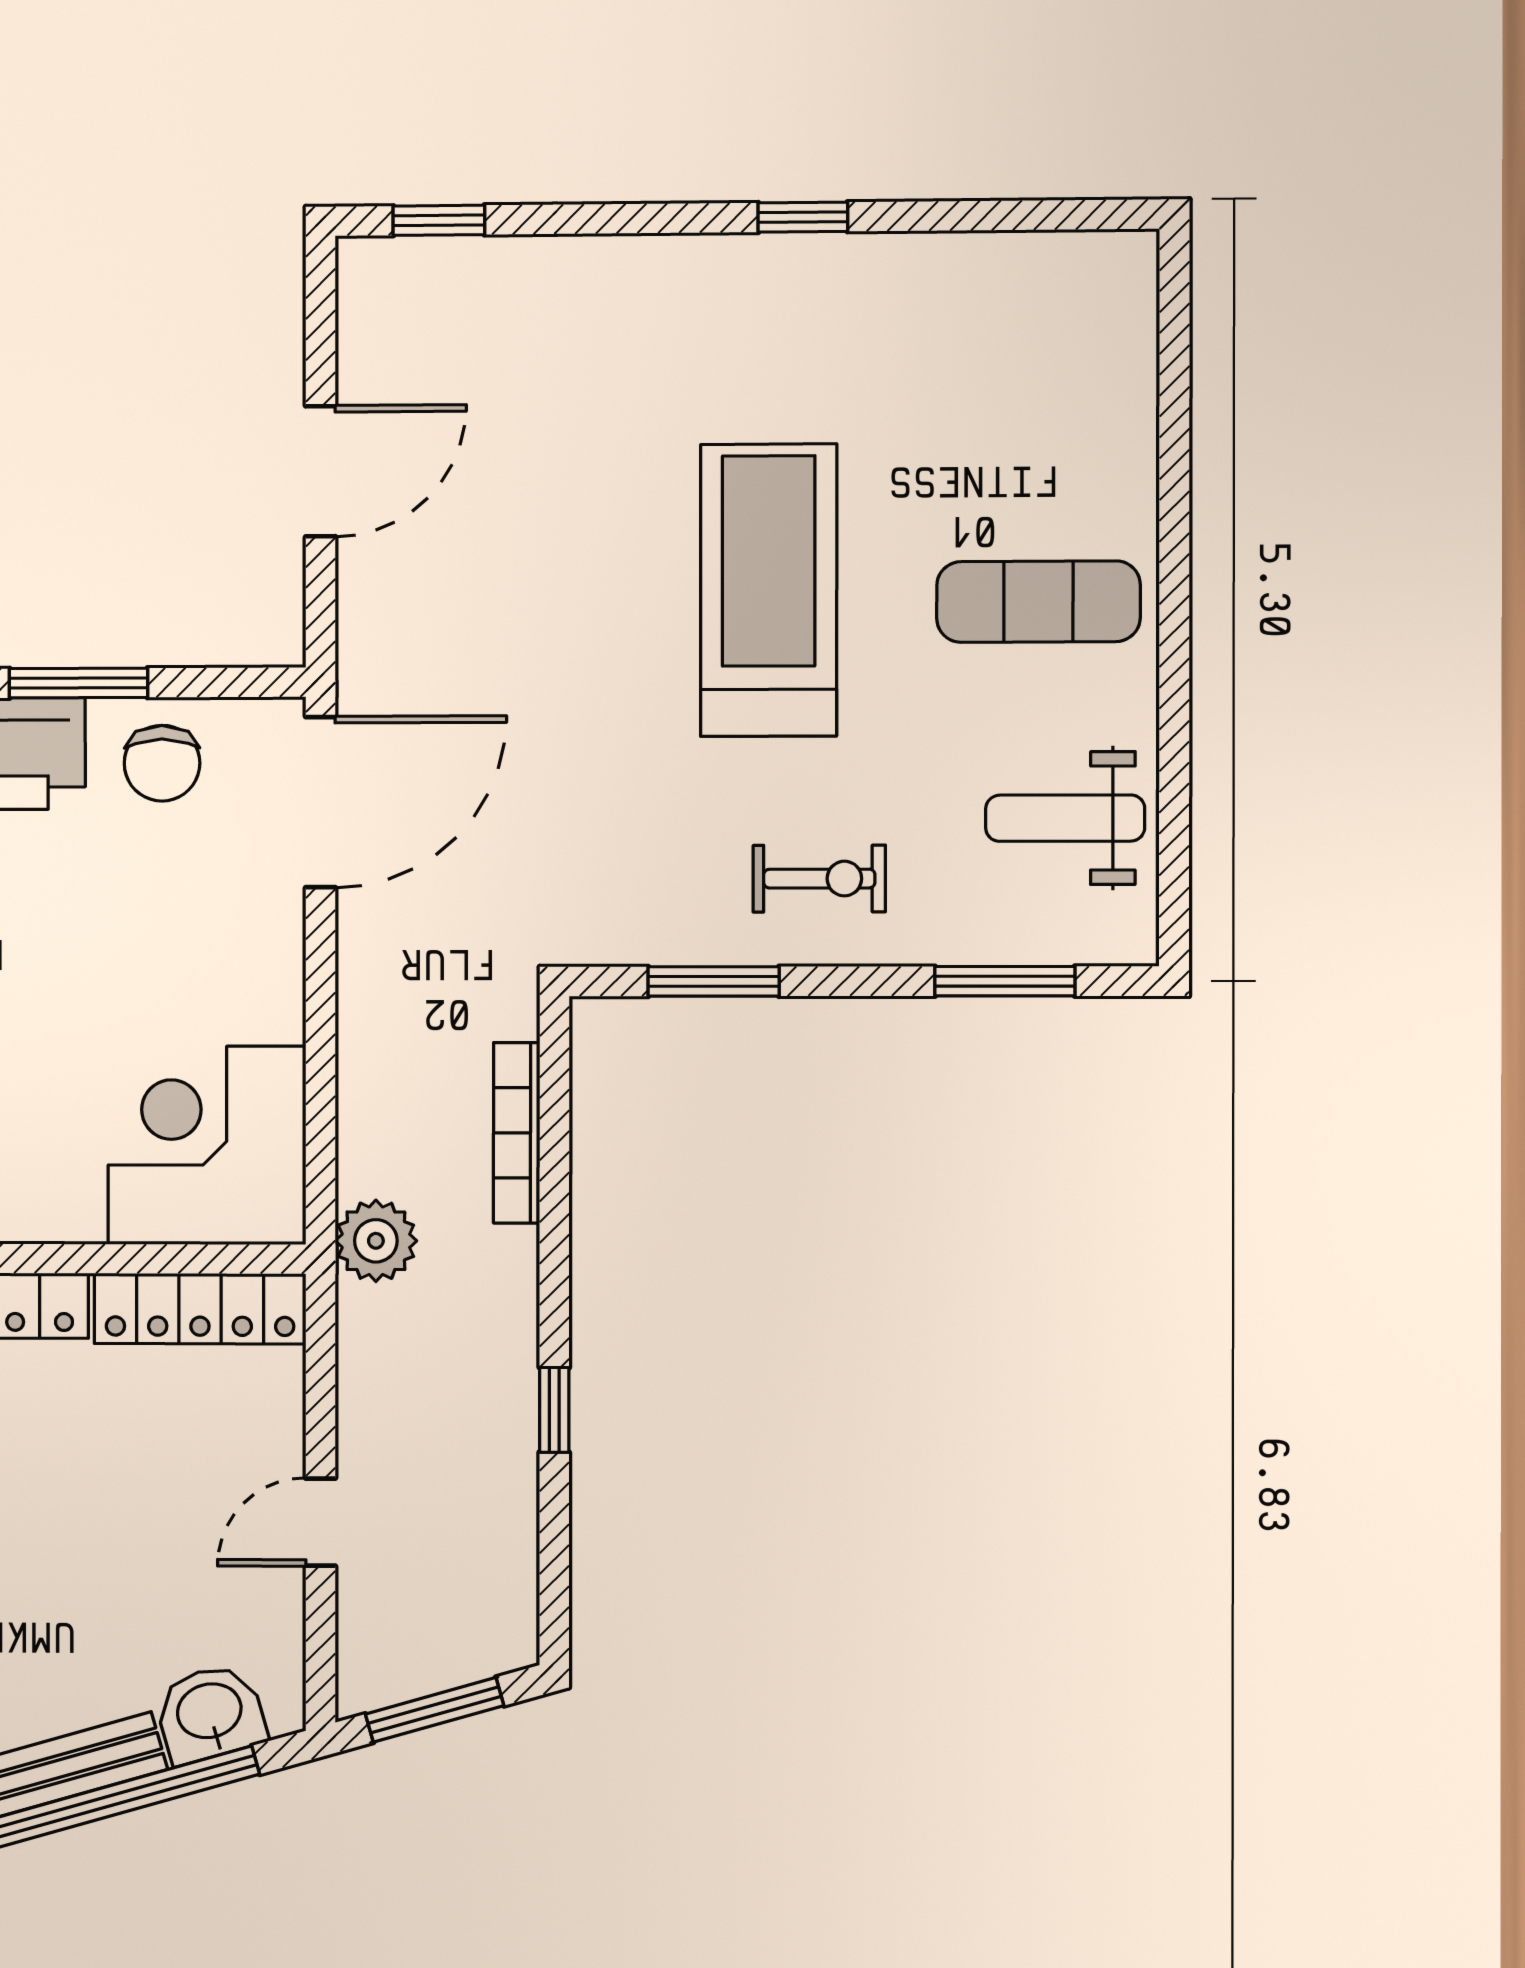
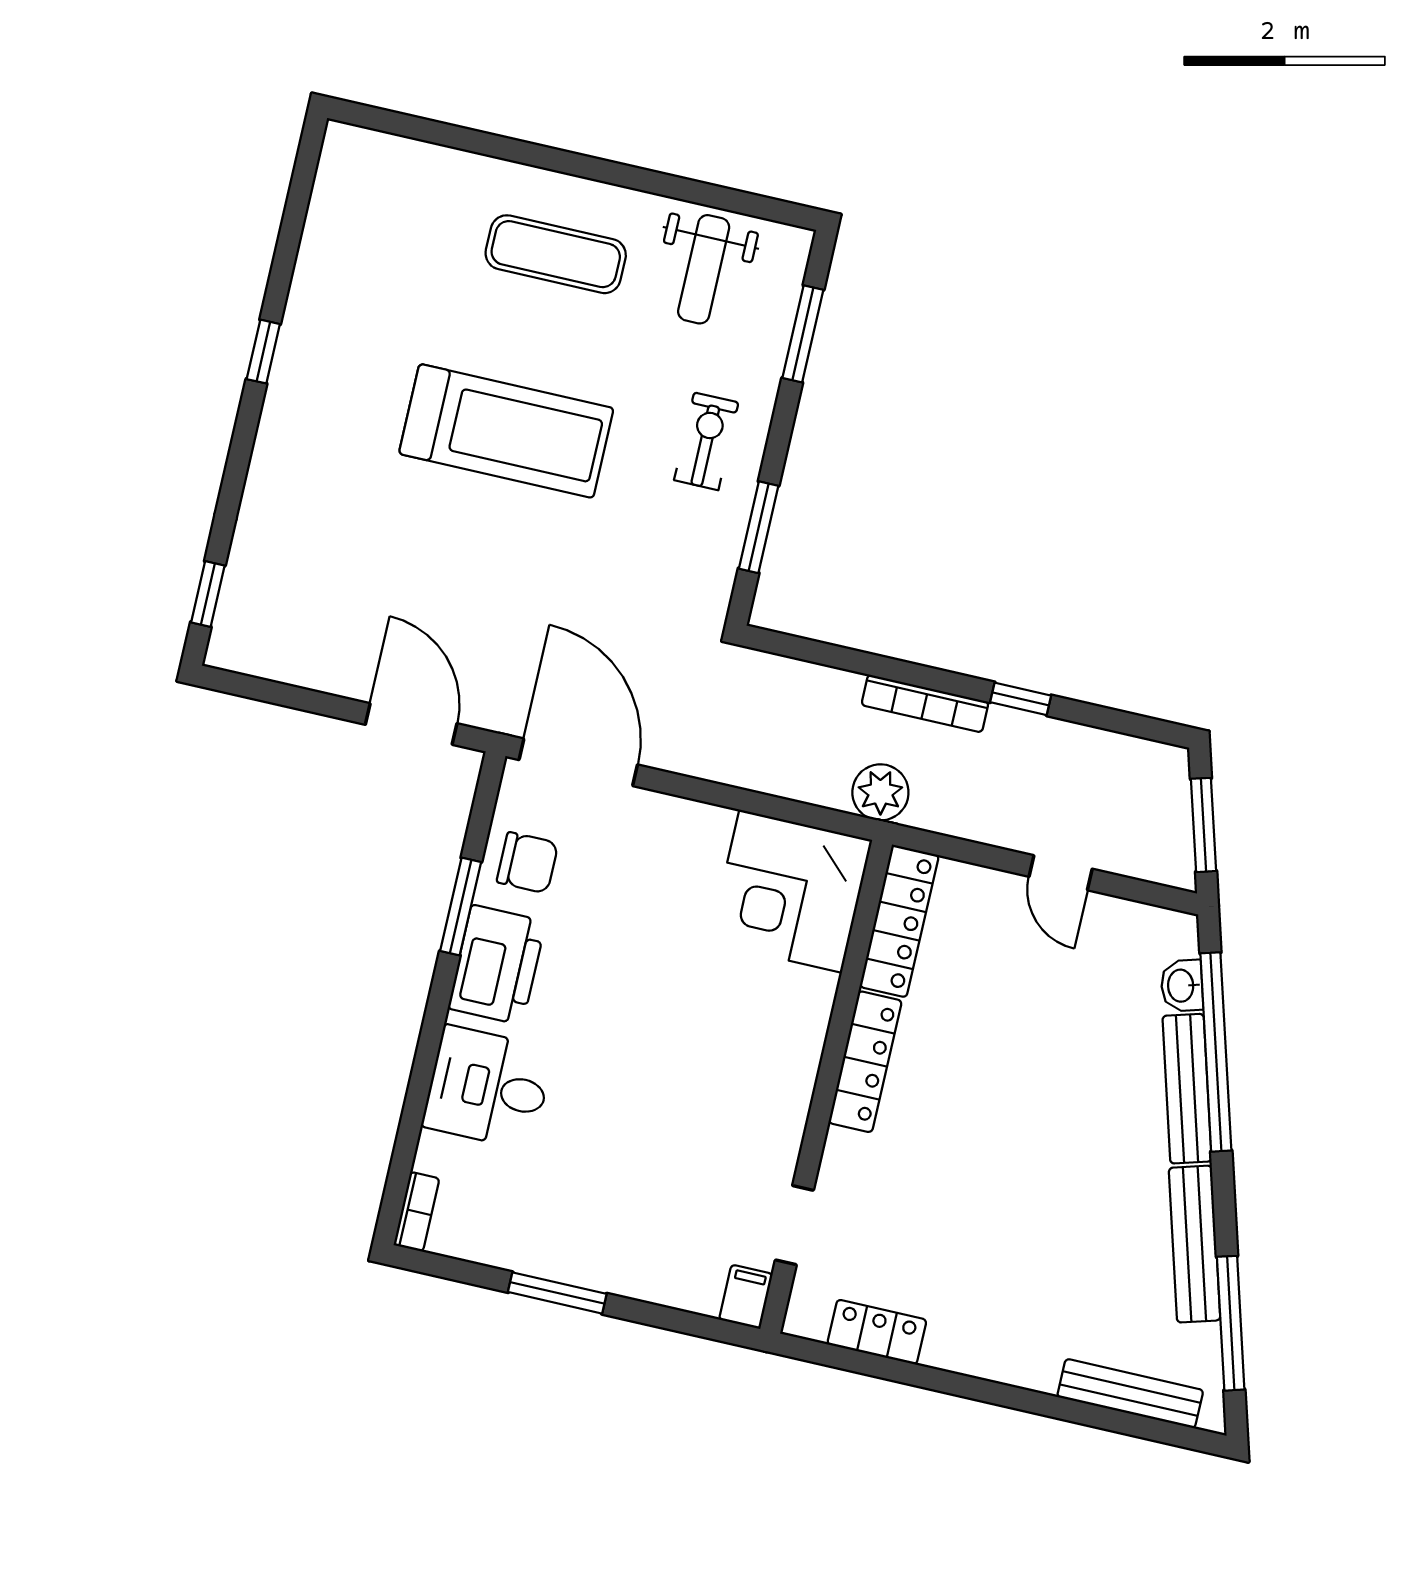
door: (320, 471) -> (411, 724), moved
treadmill: (769, 590) -> (506, 431), turned 180
exercise mat: (1038, 602) -> (556, 254), turned 90
bookcase: (517, 1133) -> (925, 703), moved
washbasin: (210, 1713) -> (1182, 986), width x0.72, depth x0.69

